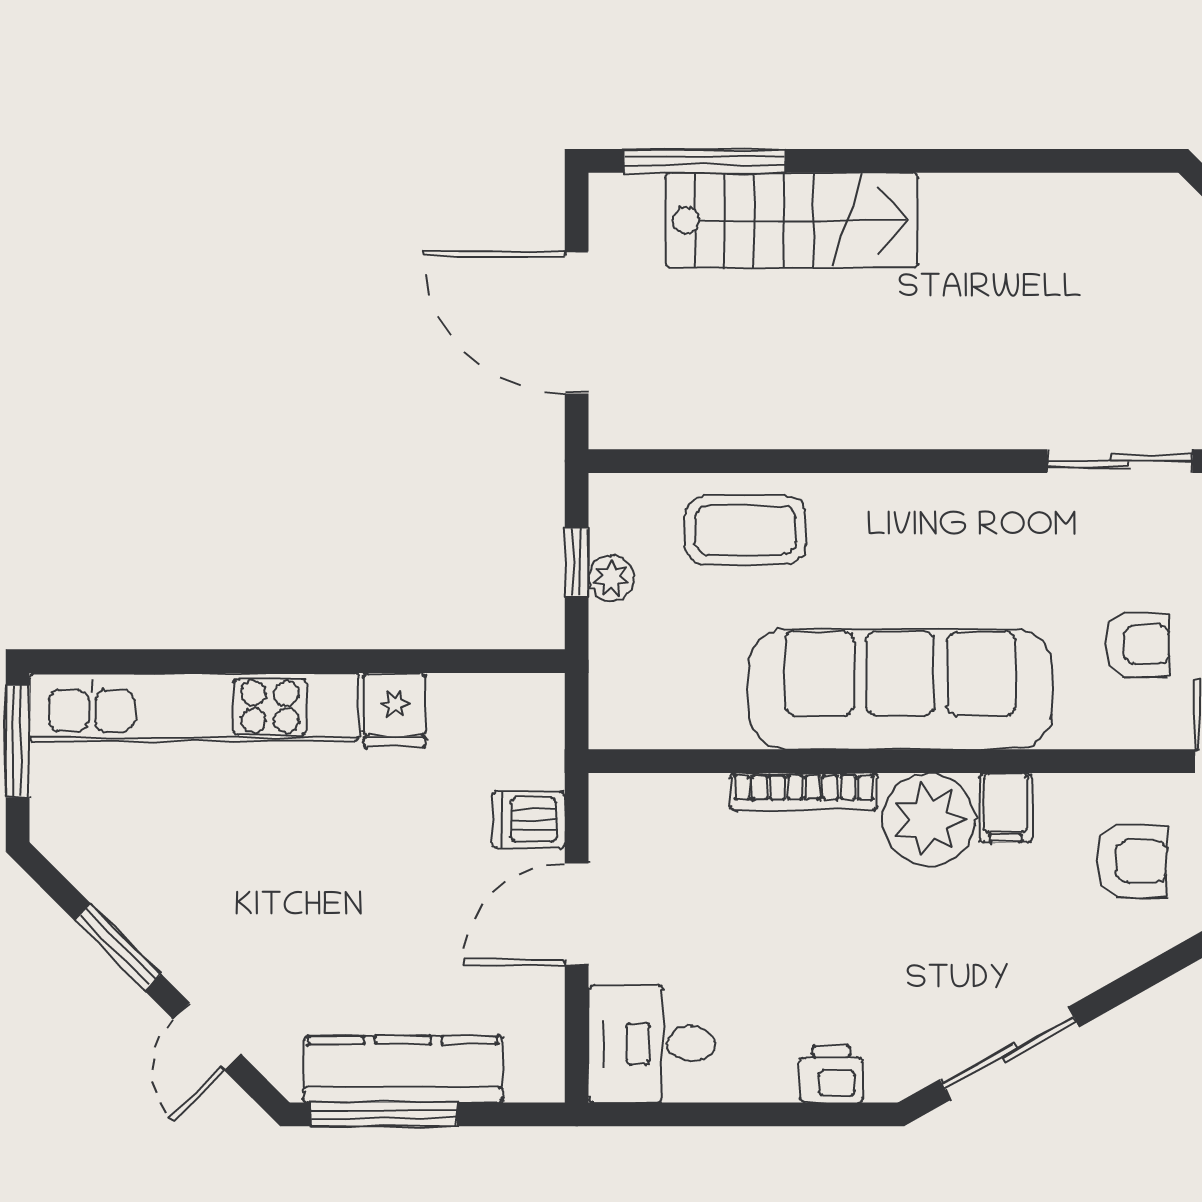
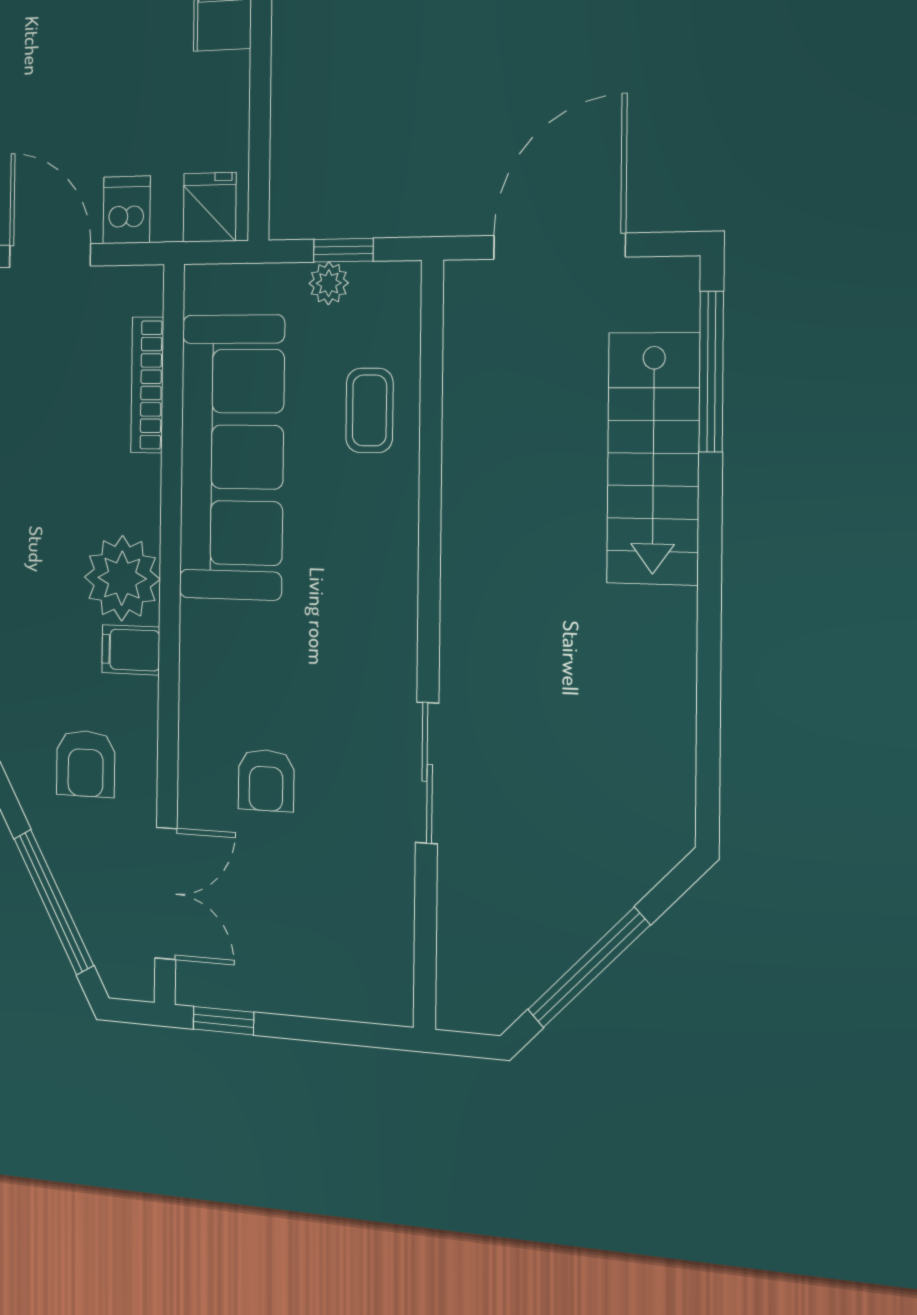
coffee table: (745, 530) -> (369, 410), width x0.73, depth x0.77
sofa: (900, 689) -> (232, 457), moved
fridge: (395, 710) -> (210, 207), moved, turned 90
bookcase: (804, 792) -> (147, 385), moved

